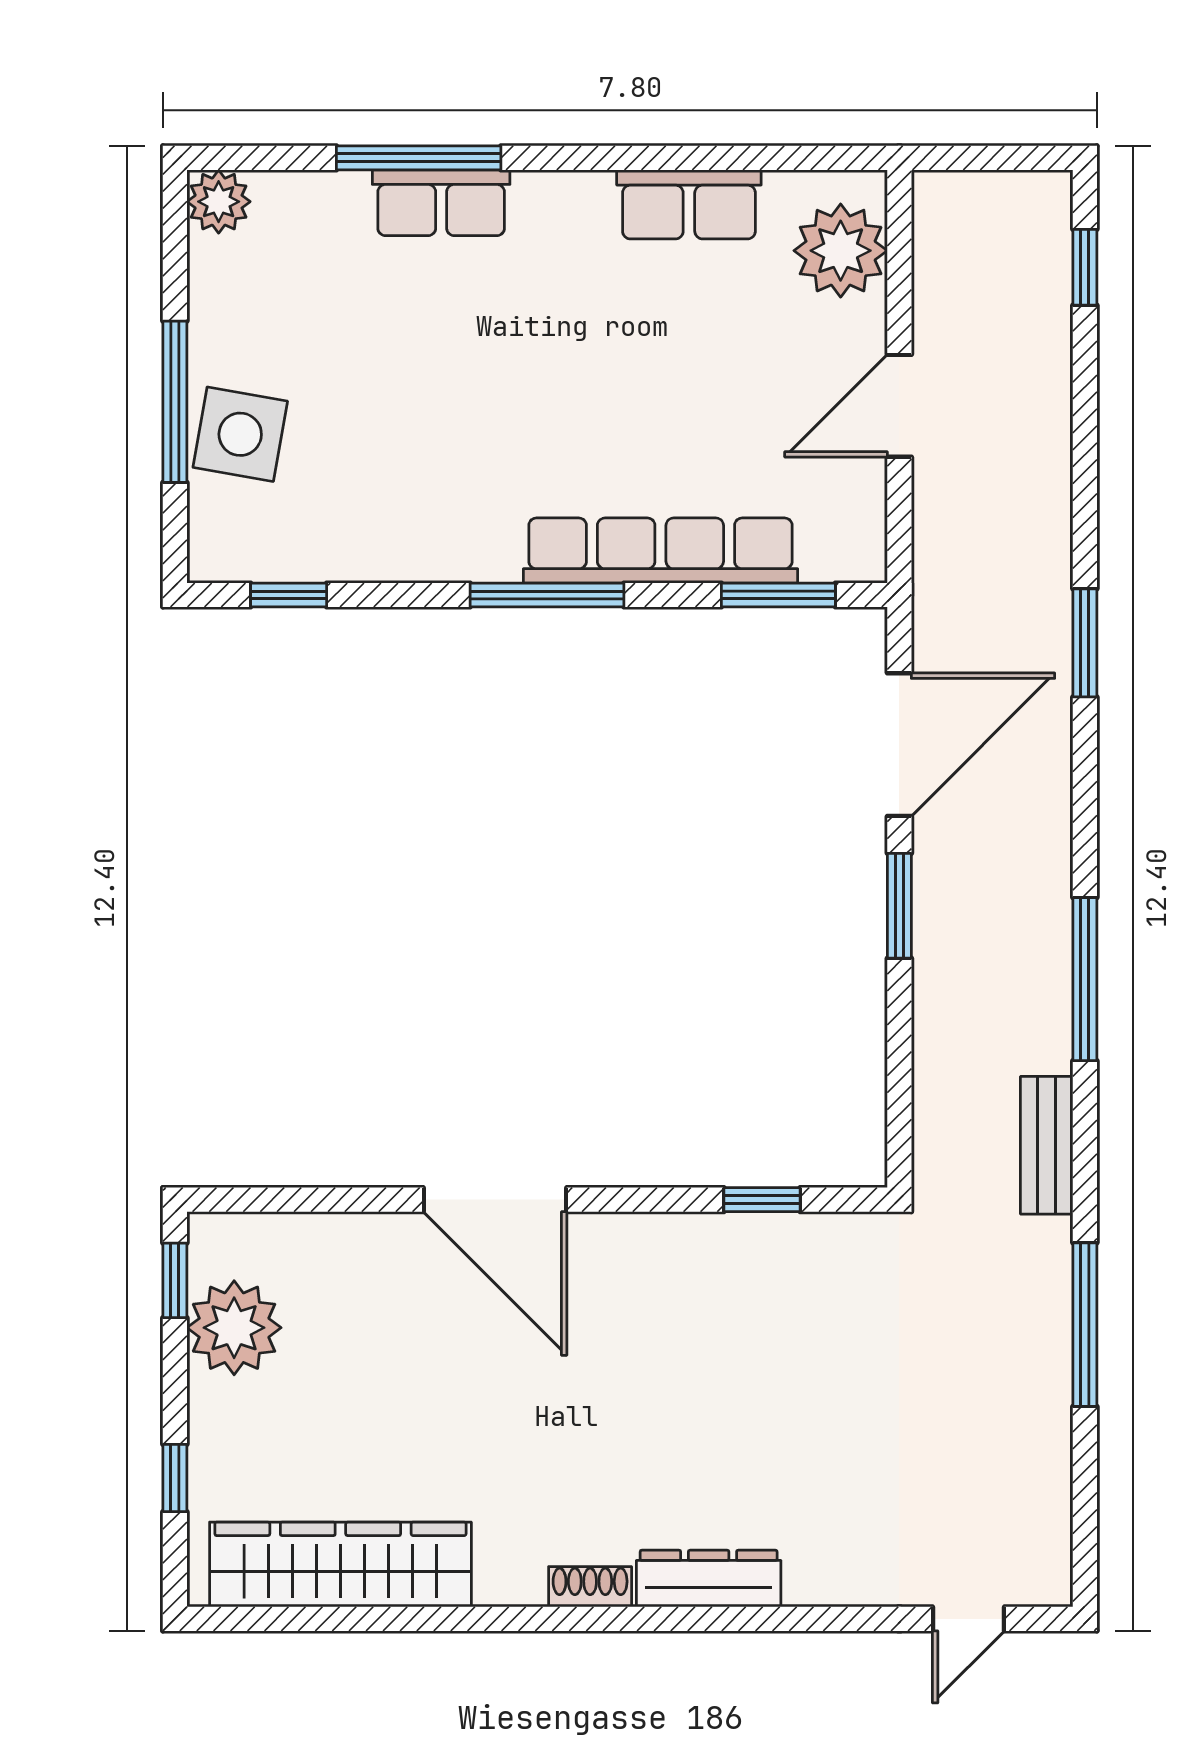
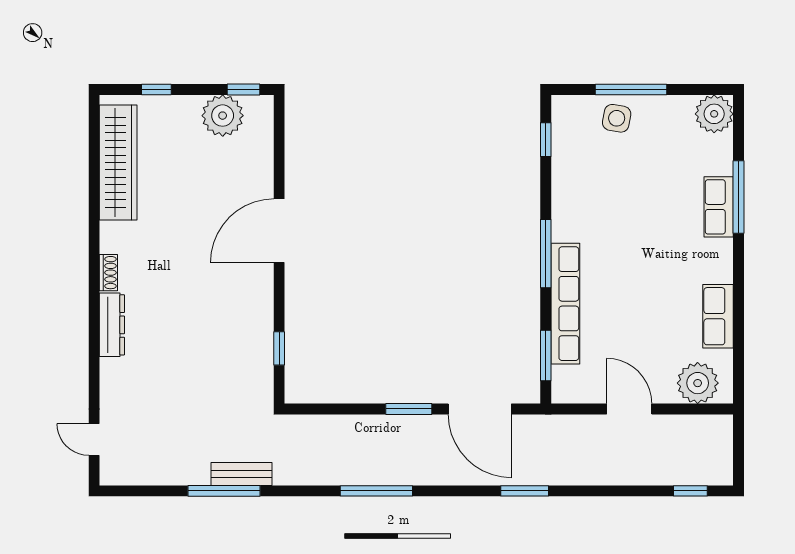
plant: (219, 202) -> (714, 114), width x1.36, depth x1.36
side table: (240, 434) -> (617, 118), width x0.73, depth x0.73
bench: (1047, 1145) -> (241, 474), moved

